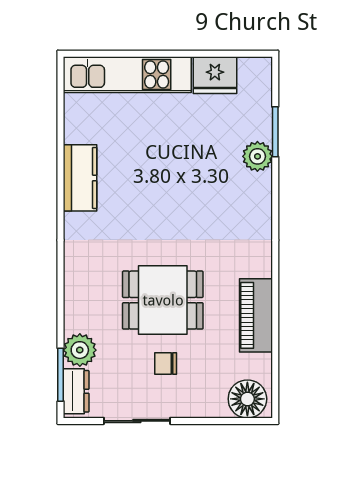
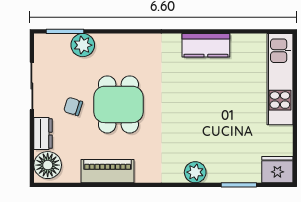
fridge: (215, 75) -> (277, 170), moved, turned 90
plant: (257, 156) -> (195, 172), moved
chair: (166, 364) -> (73, 106), turned -72
dresser: (76, 391) -> (43, 134), moved, turned -90

